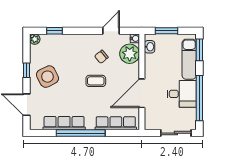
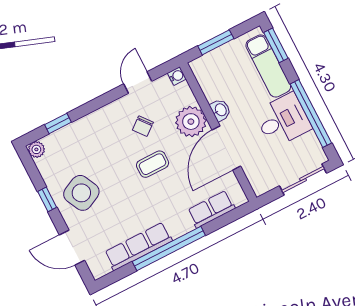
washbasin: (150, 47) -> (220, 110), moved
plant: (130, 54) -> (191, 122), moved
row of seats: (116, 123) -> (211, 209), width x0.68

